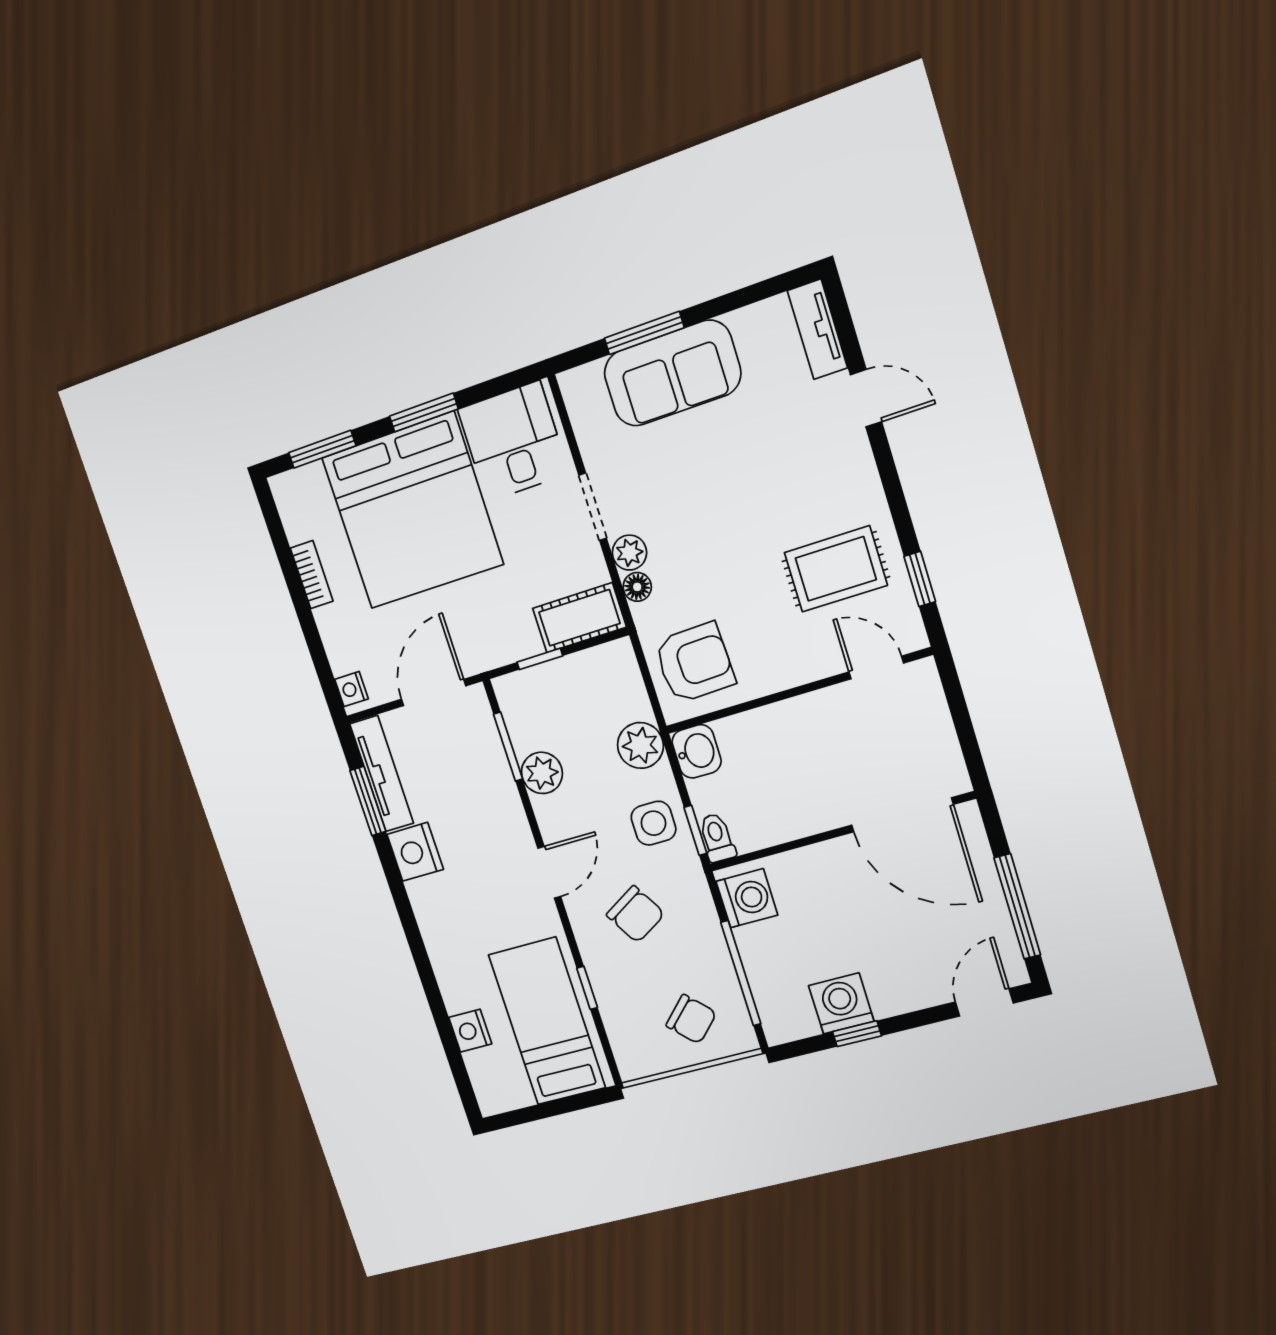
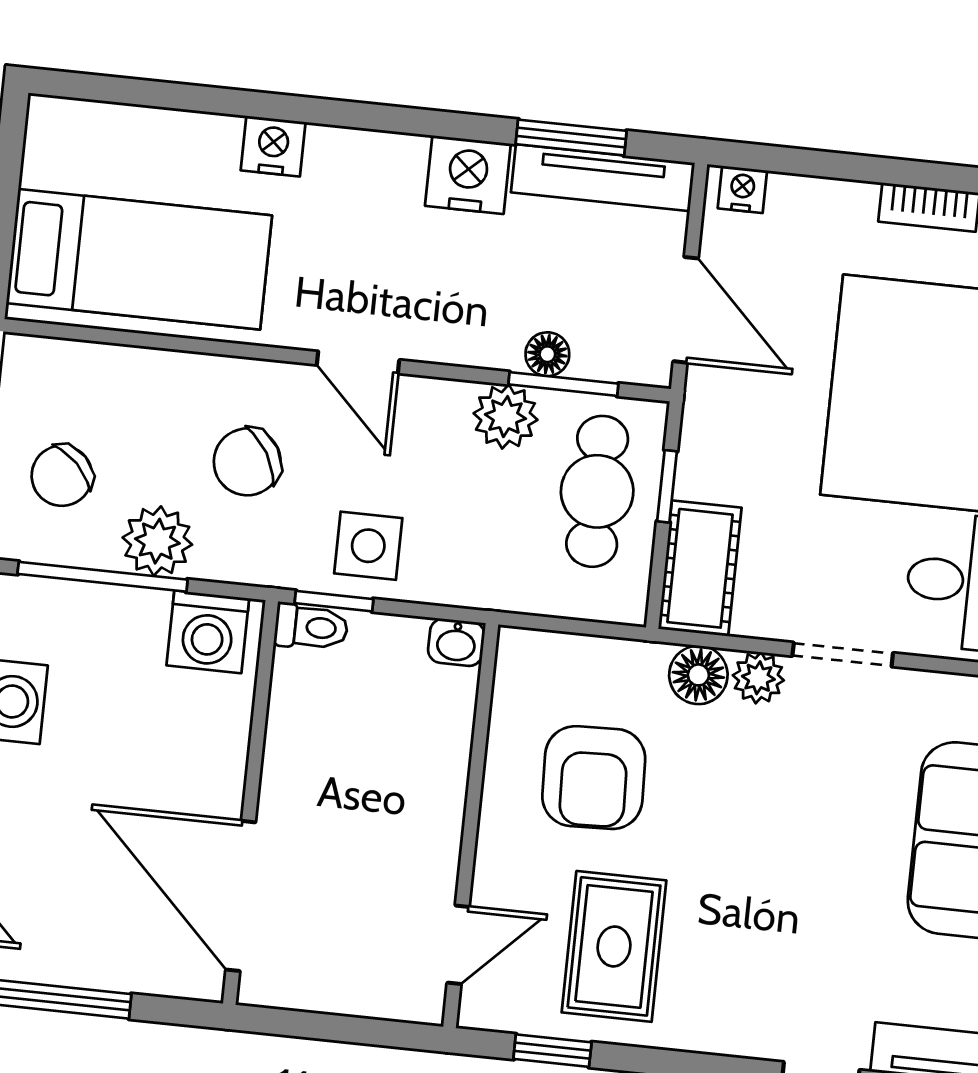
floor lamp: (637, 587) -> (698, 675), width x1.37, depth x1.37
armchair: (694, 663) -> (594, 778), moved
cafe table: (561, 700) -> (597, 491), added
plant: (640, 745) -> (157, 541), moved
washbasin: (697, 751) -> (456, 642), width x0.72, depth x0.69
floor lamp: (495, 763) -> (547, 354), added
door: (902, 815) -> (241, 896), hinge flipped
window: (587, 988) -> (166, 342), removed
nightstand: (470, 1031) -> (273, 146), moved

